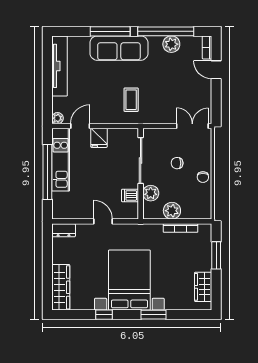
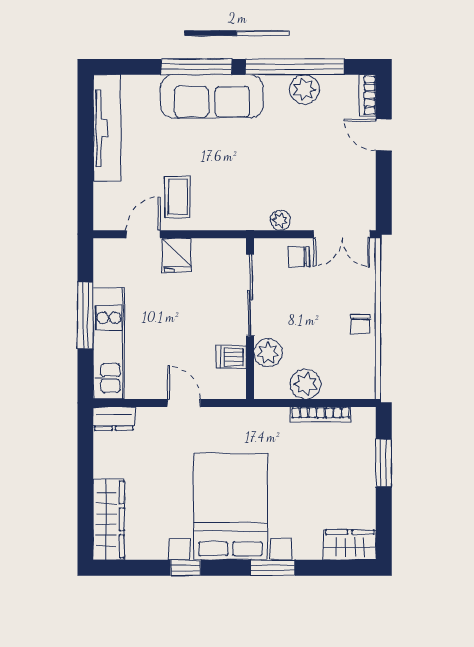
coffee table: (131, 100) -> (178, 197), moved
plant: (57, 118) -> (280, 220), moved
double door: (192, 126) -> (342, 234), swing flipped
kitchen unit: (61, 160) -> (109, 343), moved
chair: (177, 163) -> (299, 257), moved
window: (47, 172) -> (85, 315), width x0.68
wardrobe: (203, 287) -> (350, 545), moved, turned 90

